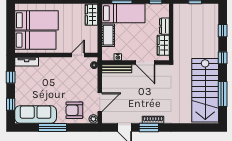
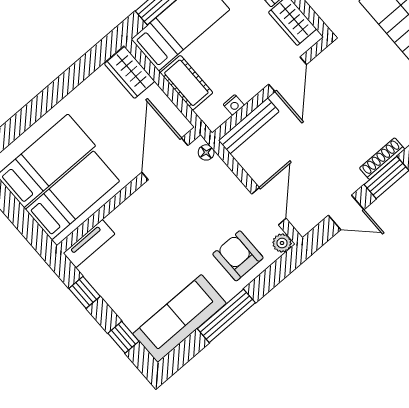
door: (78, 55) -> (165, 159), width x1.87
door: (145, 62) -> (287, 74), hinge flipped
armchair: (74, 110) -> (238, 256), turned 90

